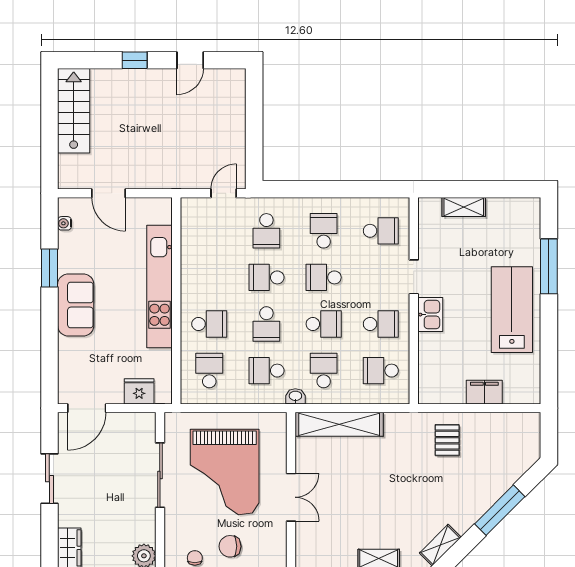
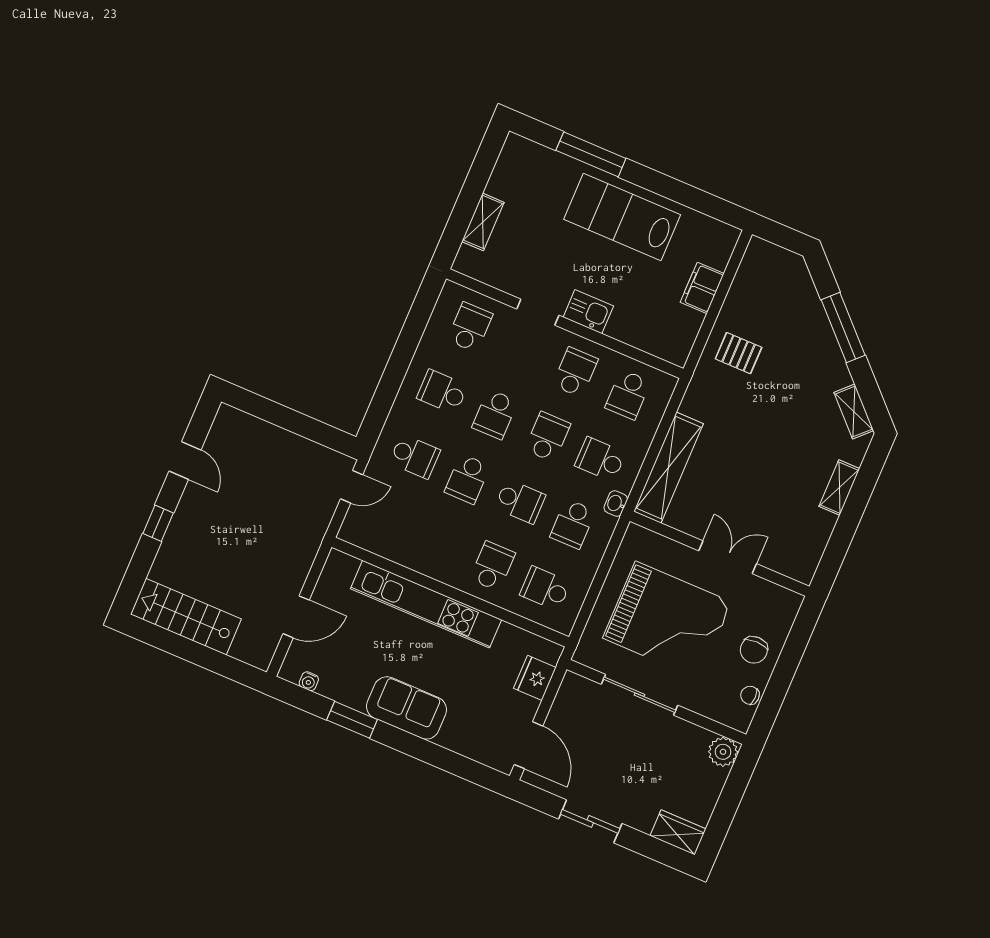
door: (224, 193) -> (352, 487), swing flipped

